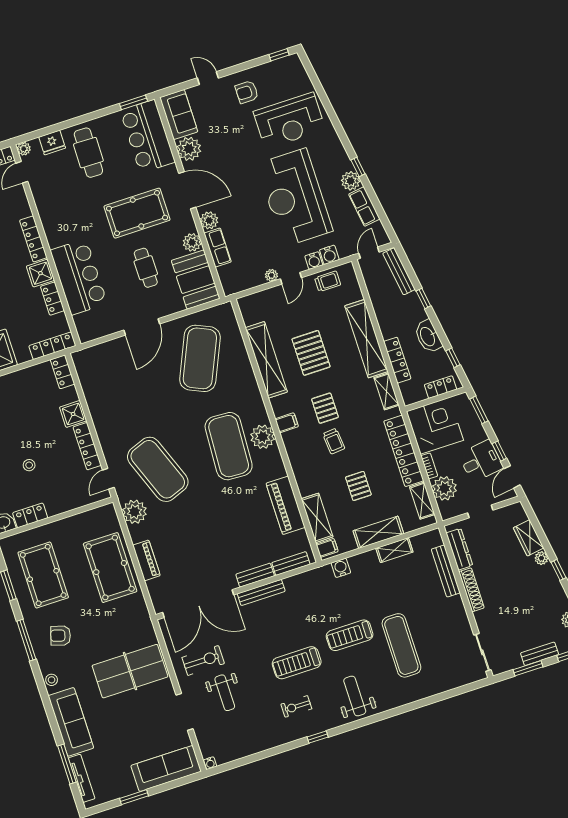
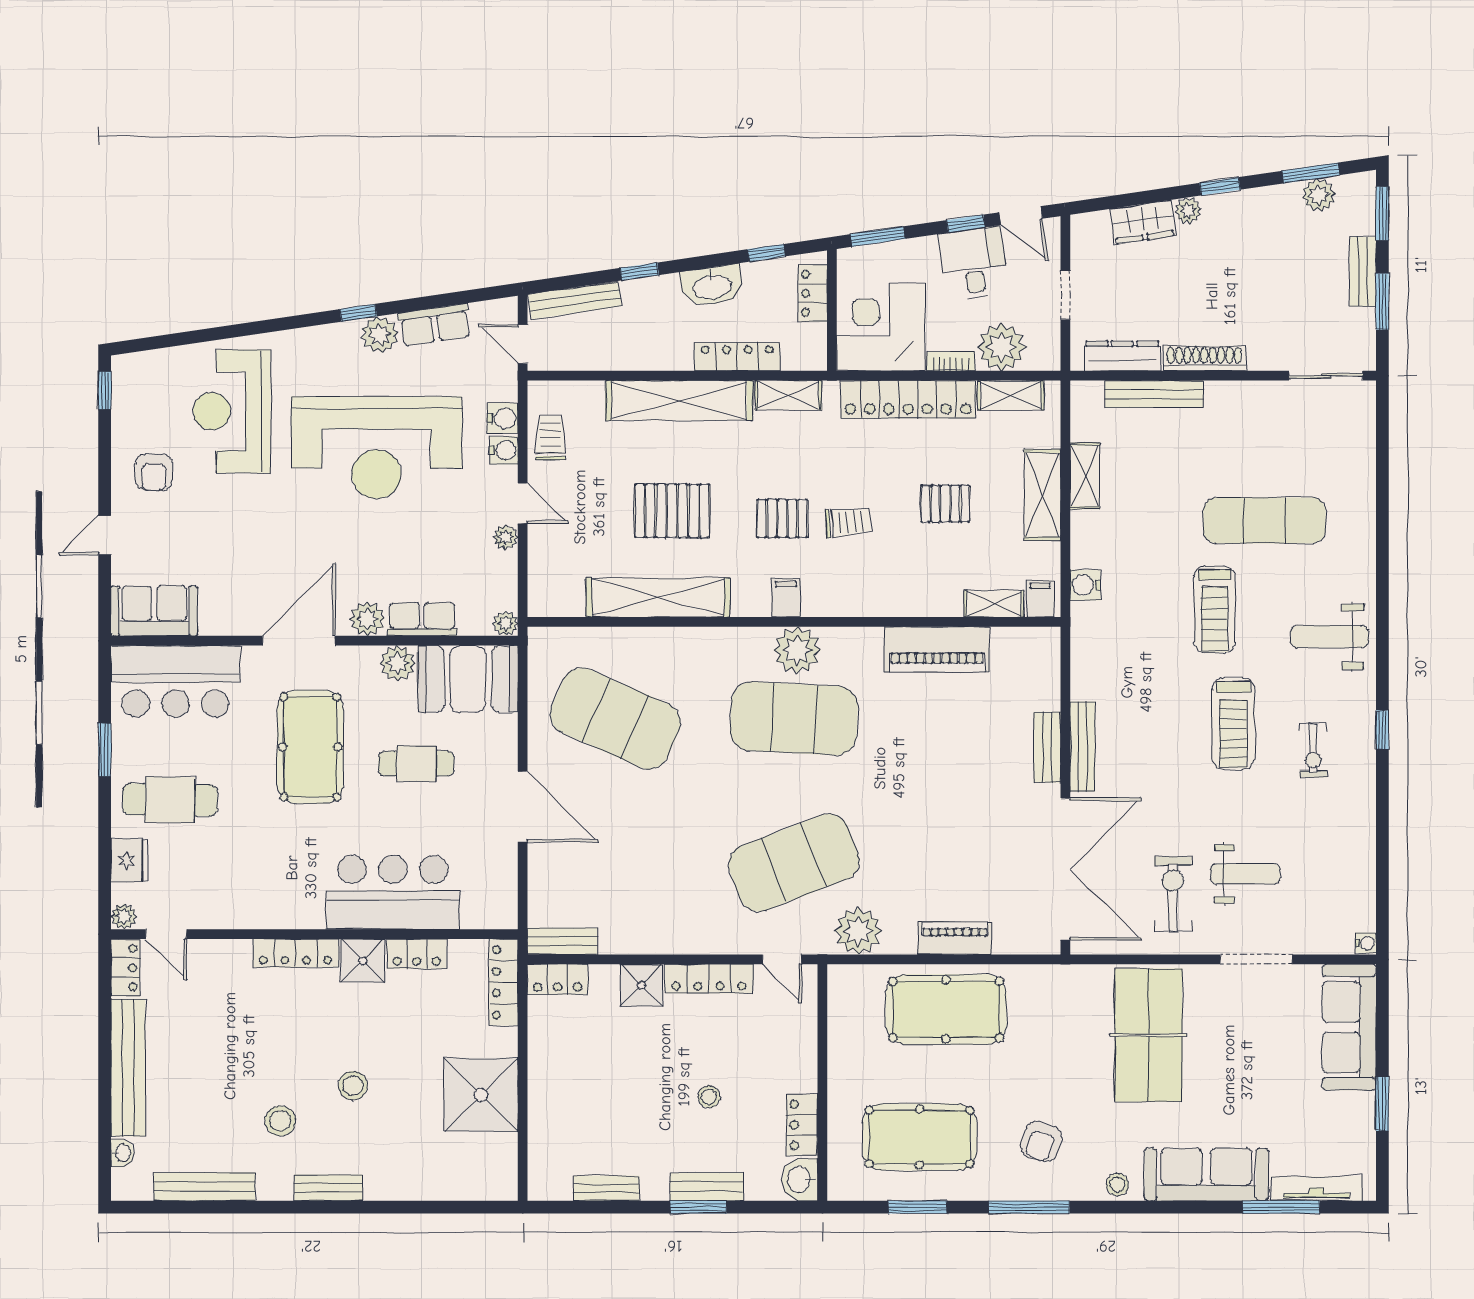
window: (133, 102) -> (105, 750), moved
reception desk: (289, 121) -> (232, 411), turned 180
plant: (189, 149) -> (505, 624), moved, width x0.53, depth x0.53
shelving: (317, 518) -> (994, 604), width x0.67, depth x0.75
bench: (291, 563) -> (562, 941), moved, turned 90

